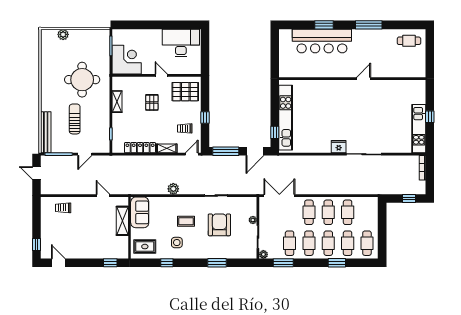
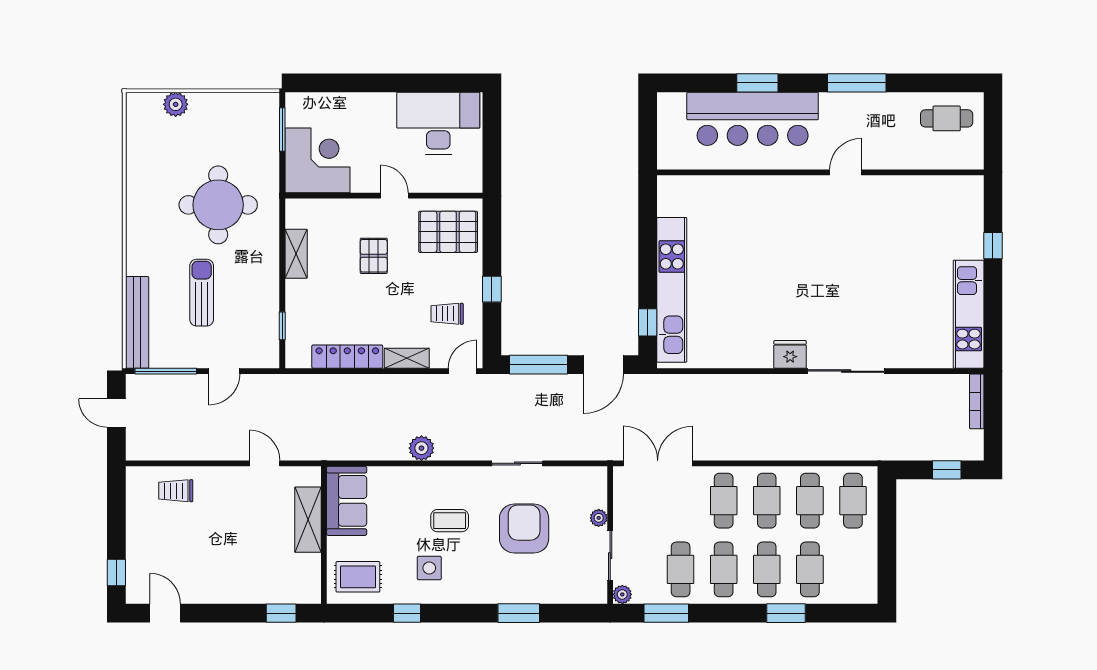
wall: (352, 79) -> (820, 172), moved
door: (364, 79) -> (845, 172), moved
window: (430, 117) -> (993, 246), moved
cafe table: (367, 243) -> (853, 501), moved

